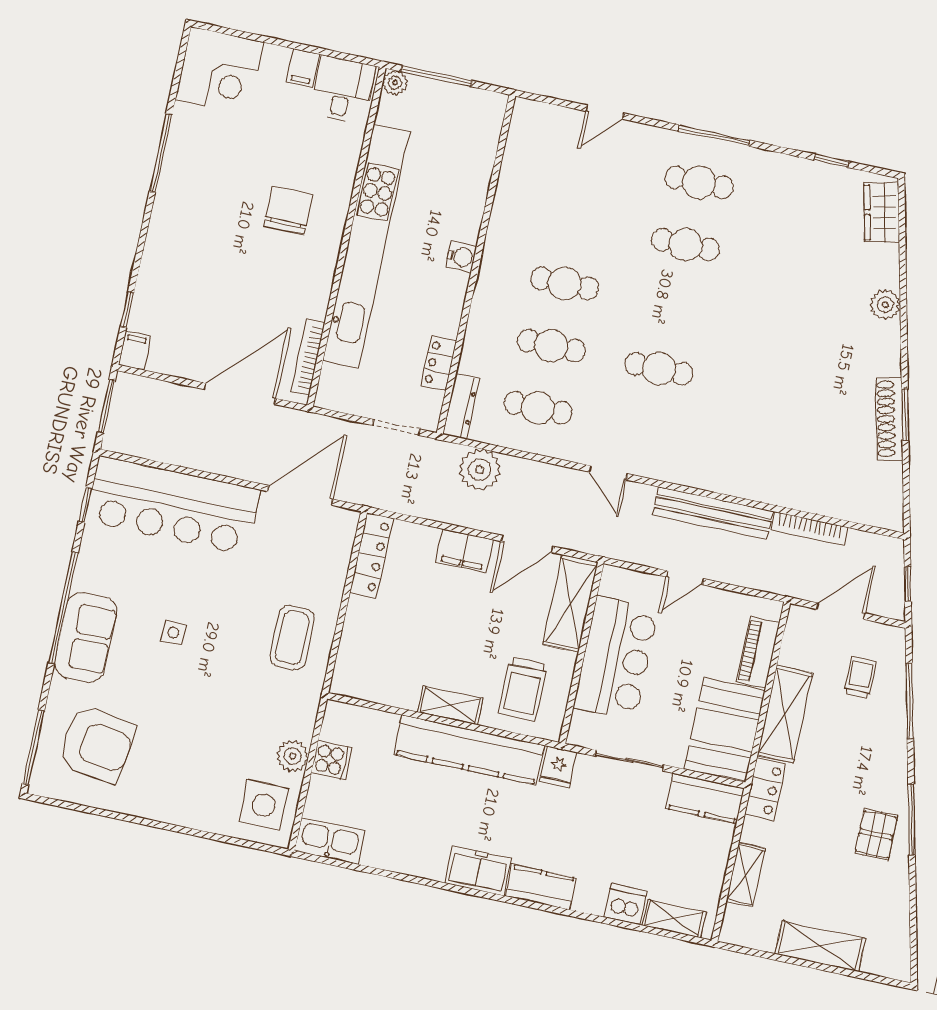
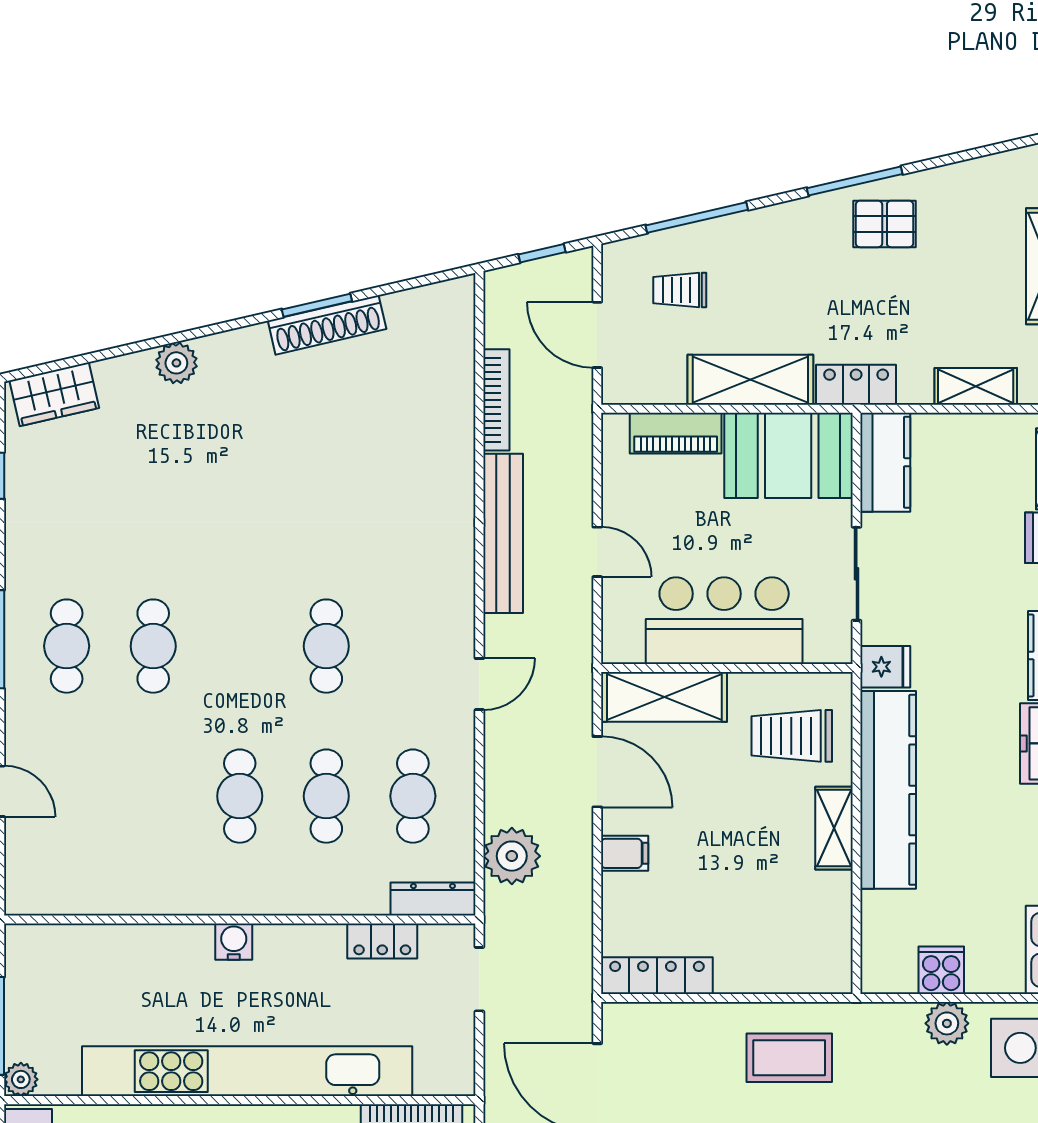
filing cabinet: (464, 551) -> (625, 853), width x0.50
trolley: (523, 689) -> (792, 736), turned 180

